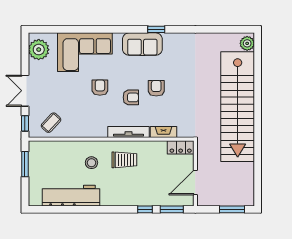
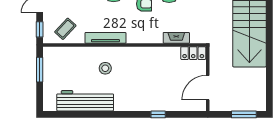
tv unit: (129, 132) -> (105, 38), moved
trolley: (124, 160) -> (138, 65), removed
window: (172, 209) -> (185, 114), removed

